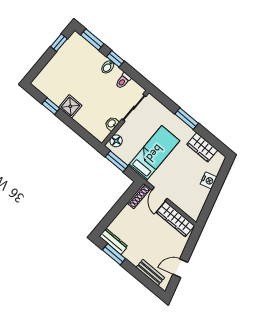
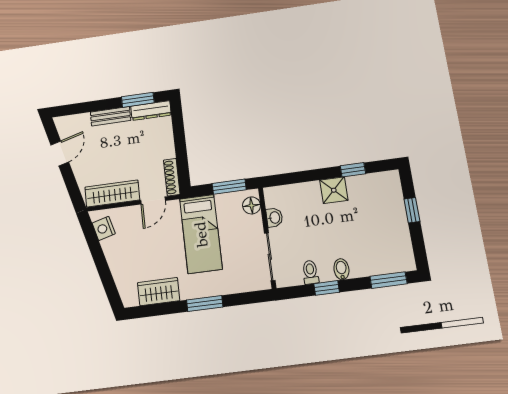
window: (59, 43) -> (412, 210), moved
window: (115, 59) -> (327, 288), moved
nightstand: (209, 180) -> (104, 228), moved
door: (160, 194) -> (153, 200), swing flipped
bench: (150, 273) -> (111, 116), moved

